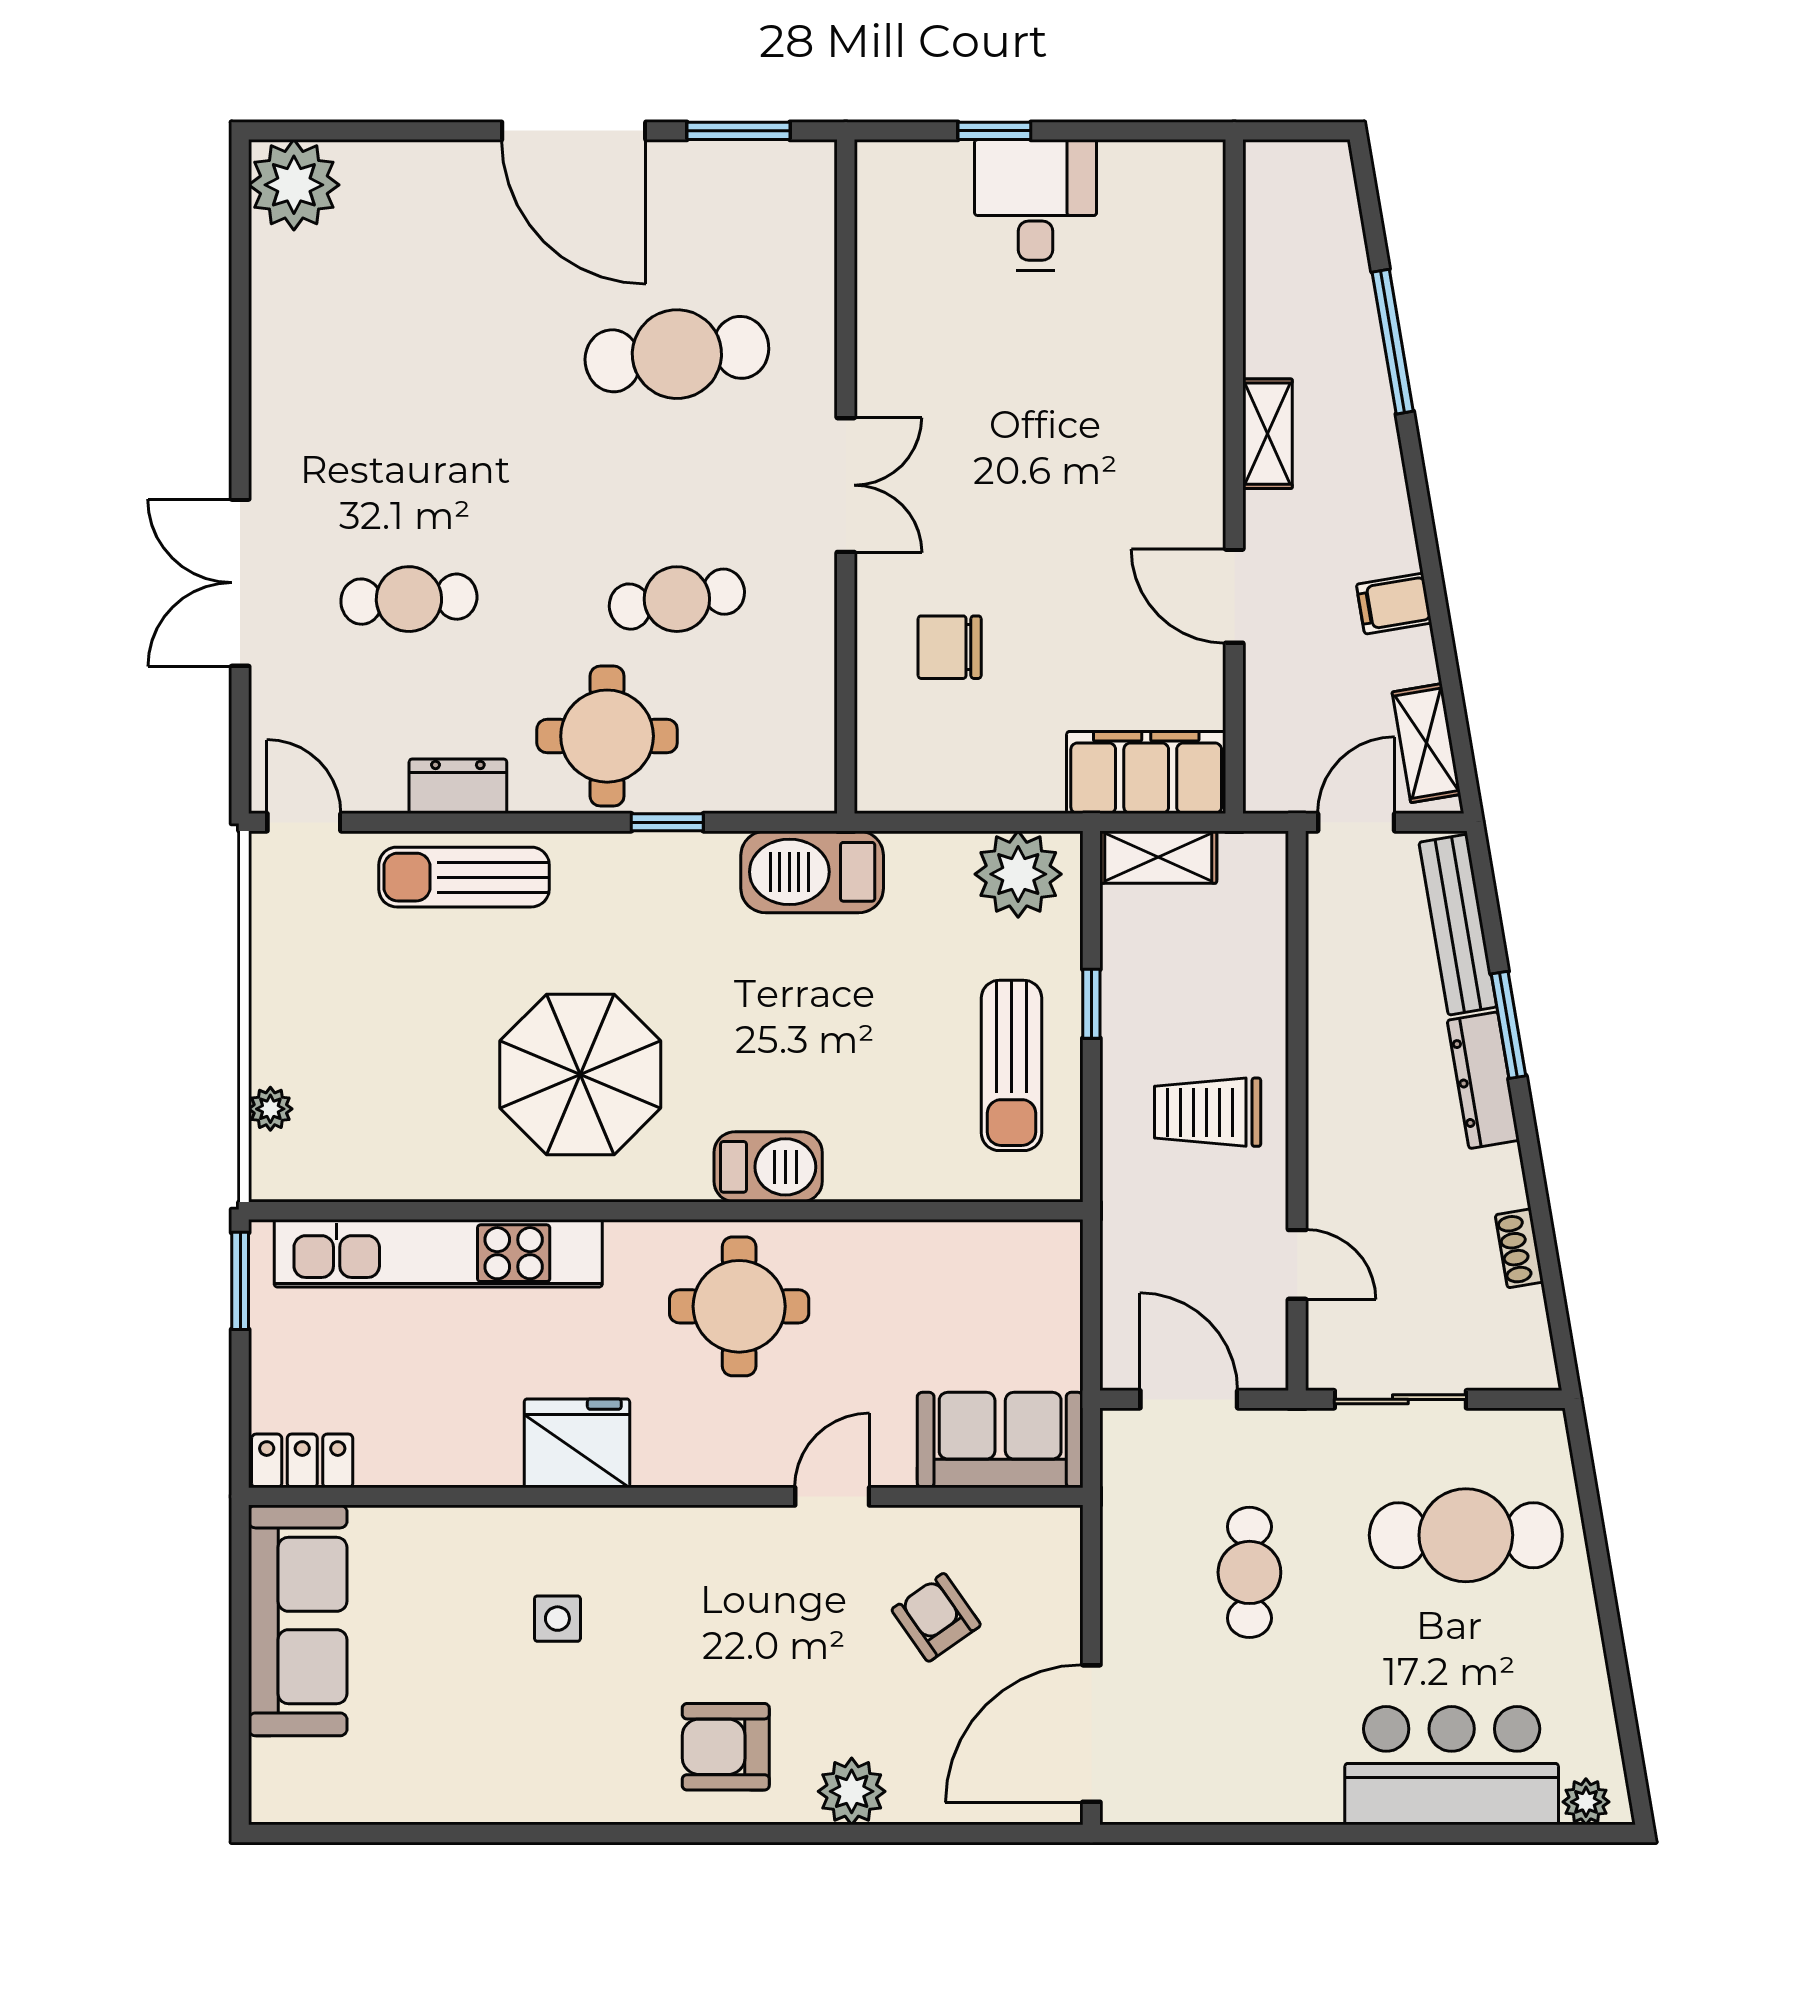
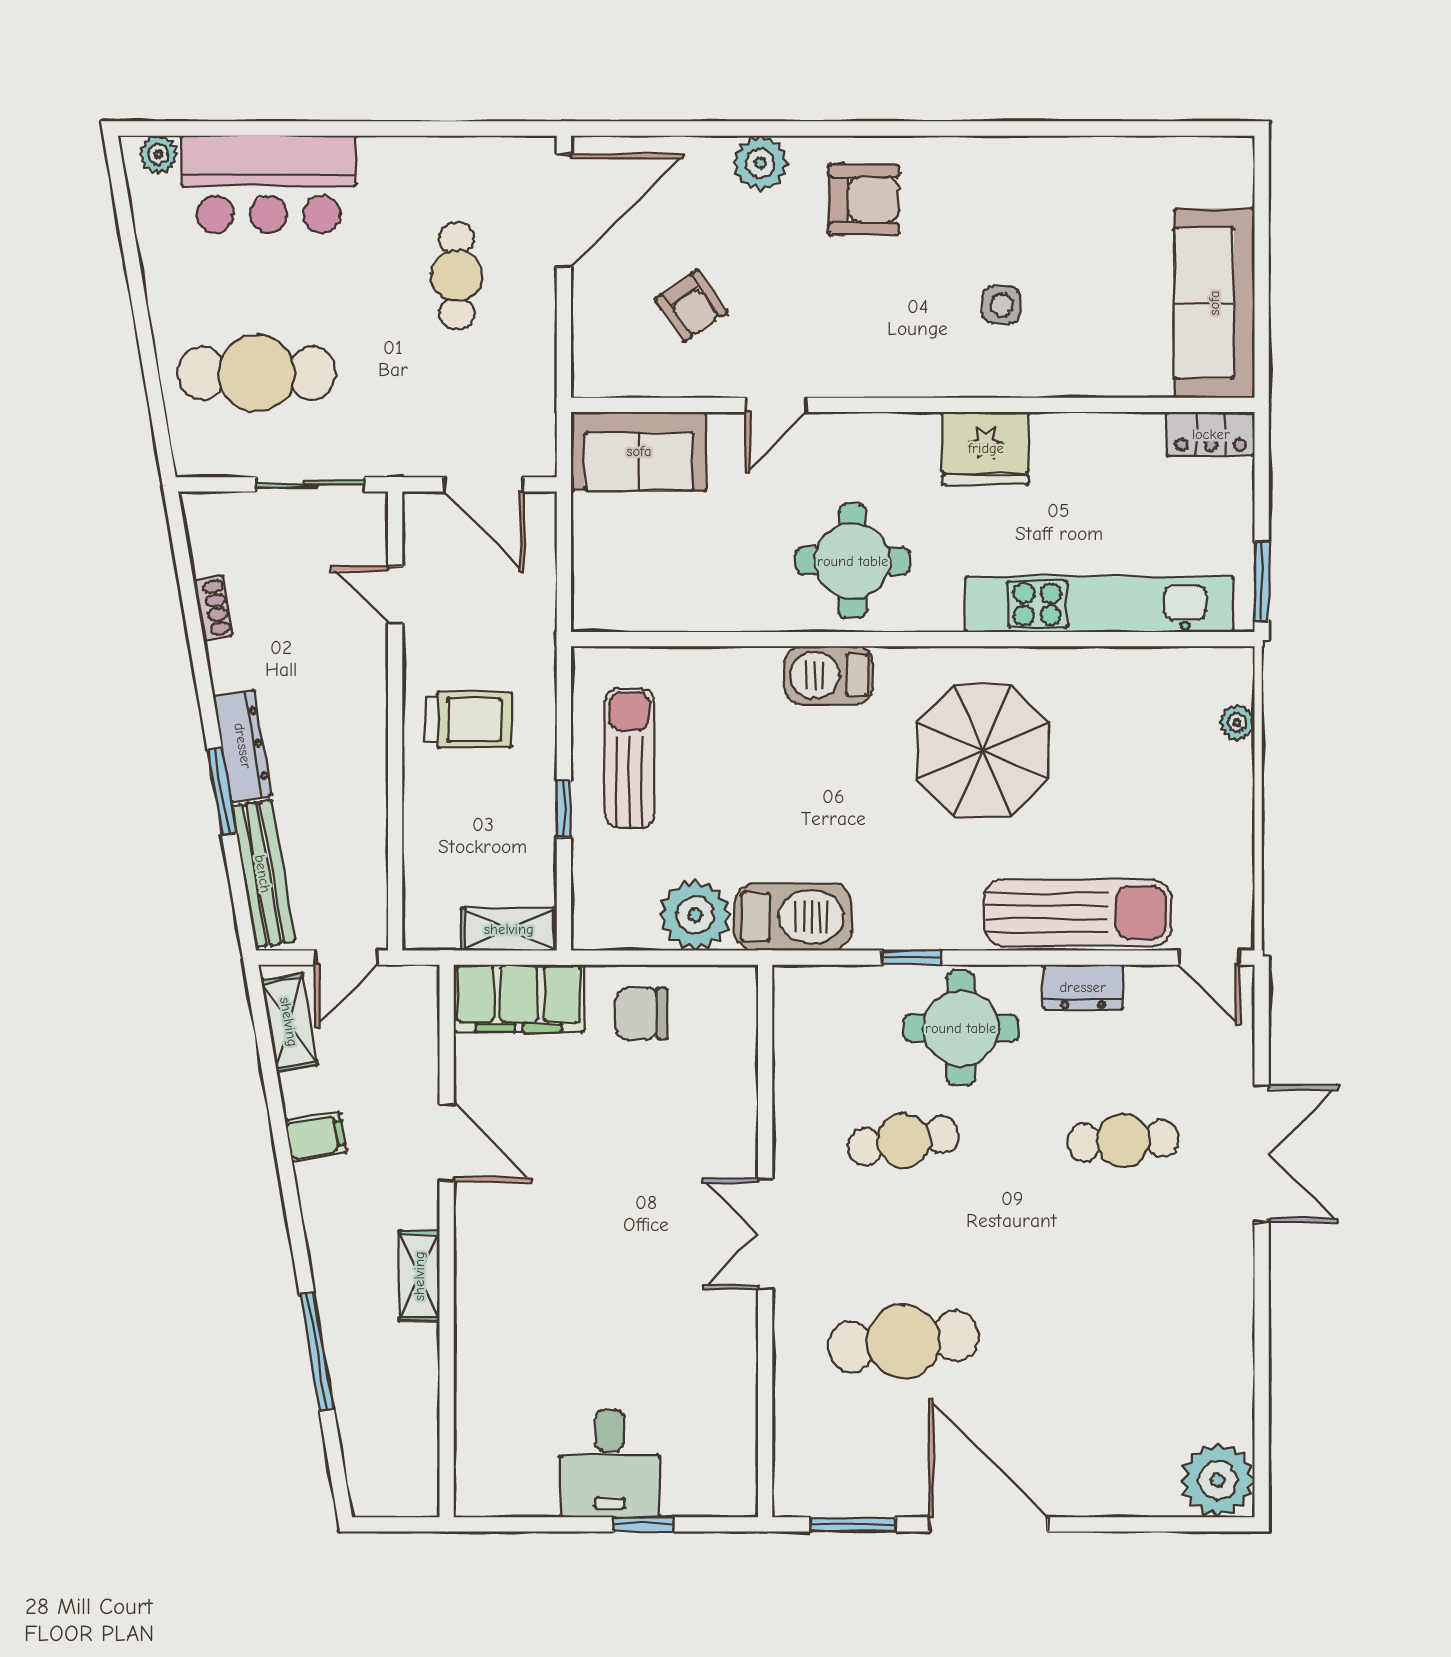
chair: (950, 647) -> (642, 1014), moved, turned 180
plant: (1018, 874) -> (695, 915), moved
sun lounger: (464, 877) -> (1078, 913), width x1.36, depth x1.34
cafe table: (1249, 1572) -> (457, 276), moved

